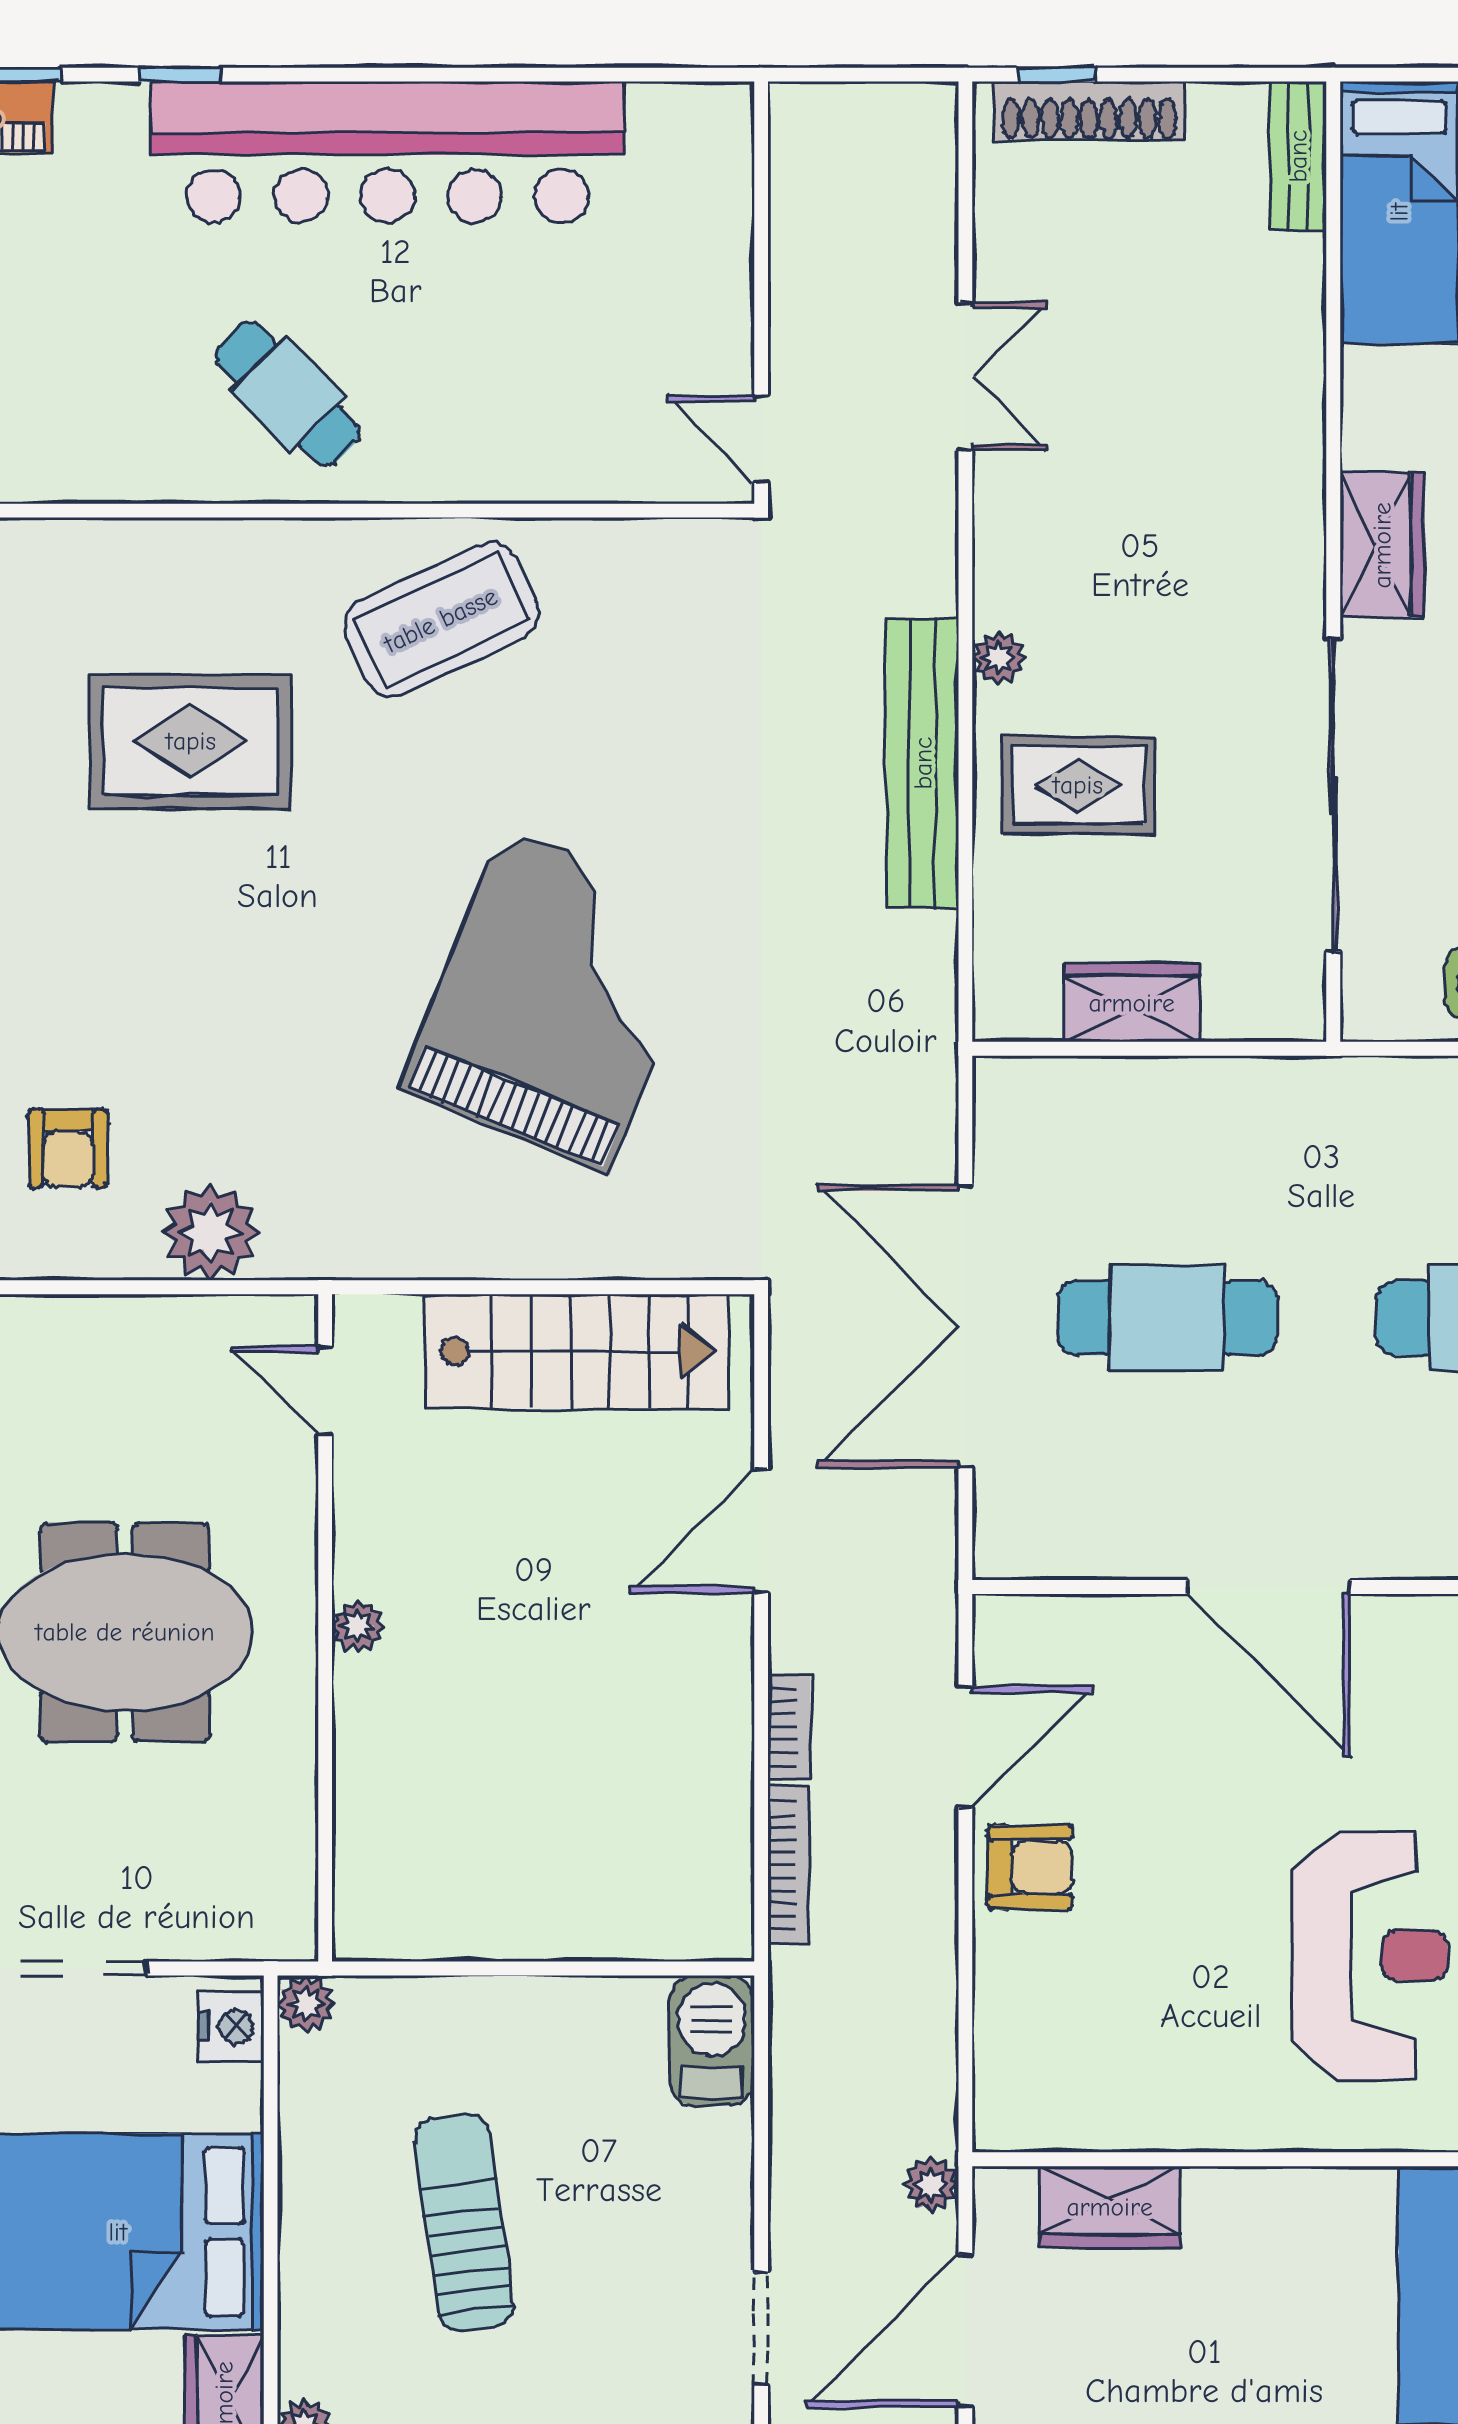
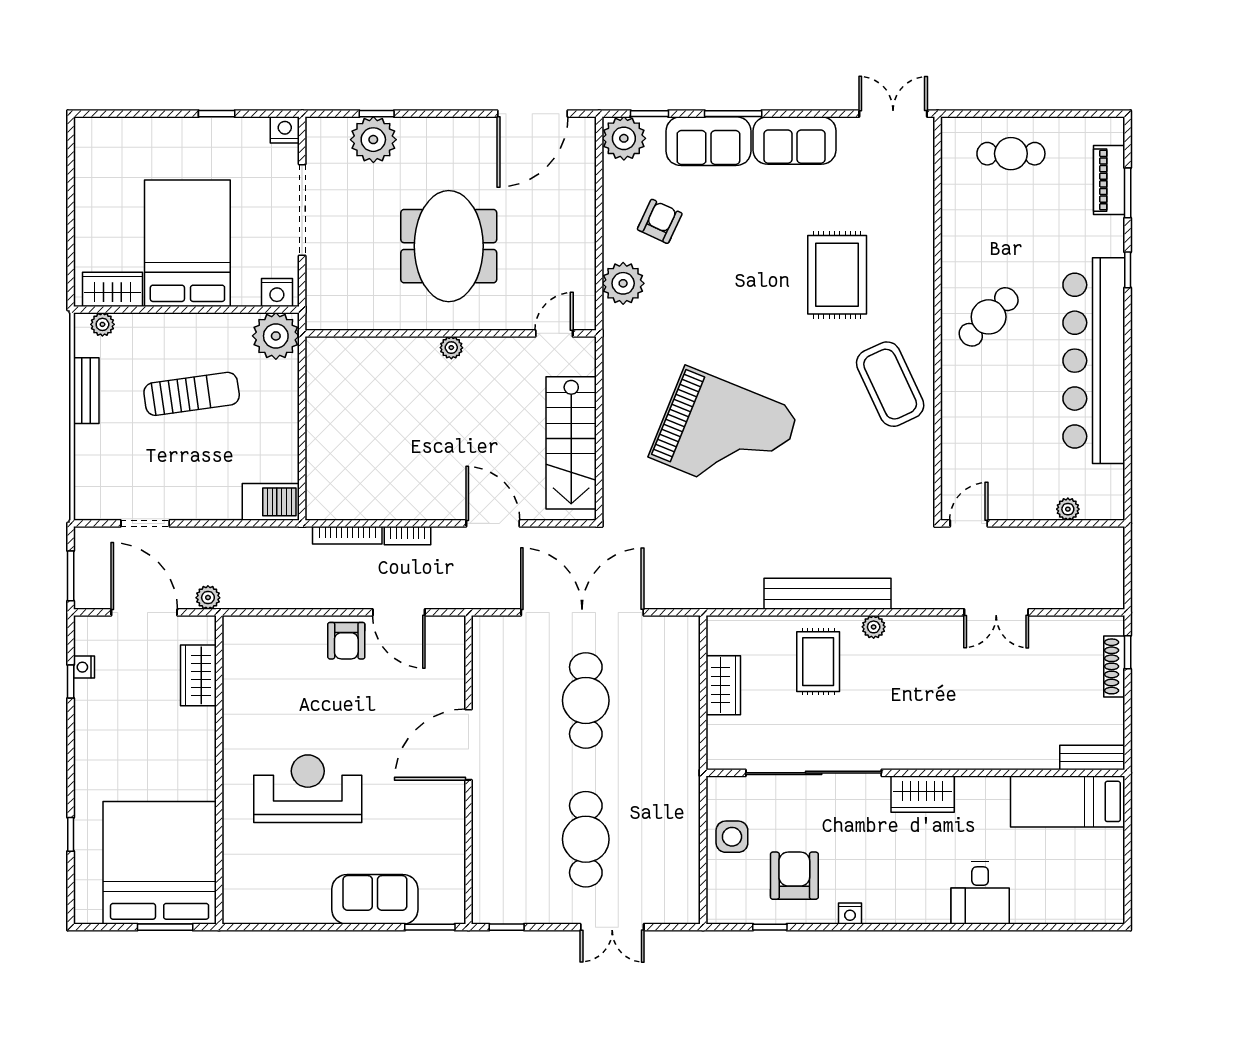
shoe rack: (1089, 111) -> (1114, 666), width x0.74, depth x0.81
plant: (728, 212) -> (1068, 509), added
armchair: (68, 1148) -> (660, 221), turned 115
reception desk: (1370, 1956) -> (308, 789), turned 180
plant: (306, 2004) -> (276, 336), width x1.87, depth x1.87

